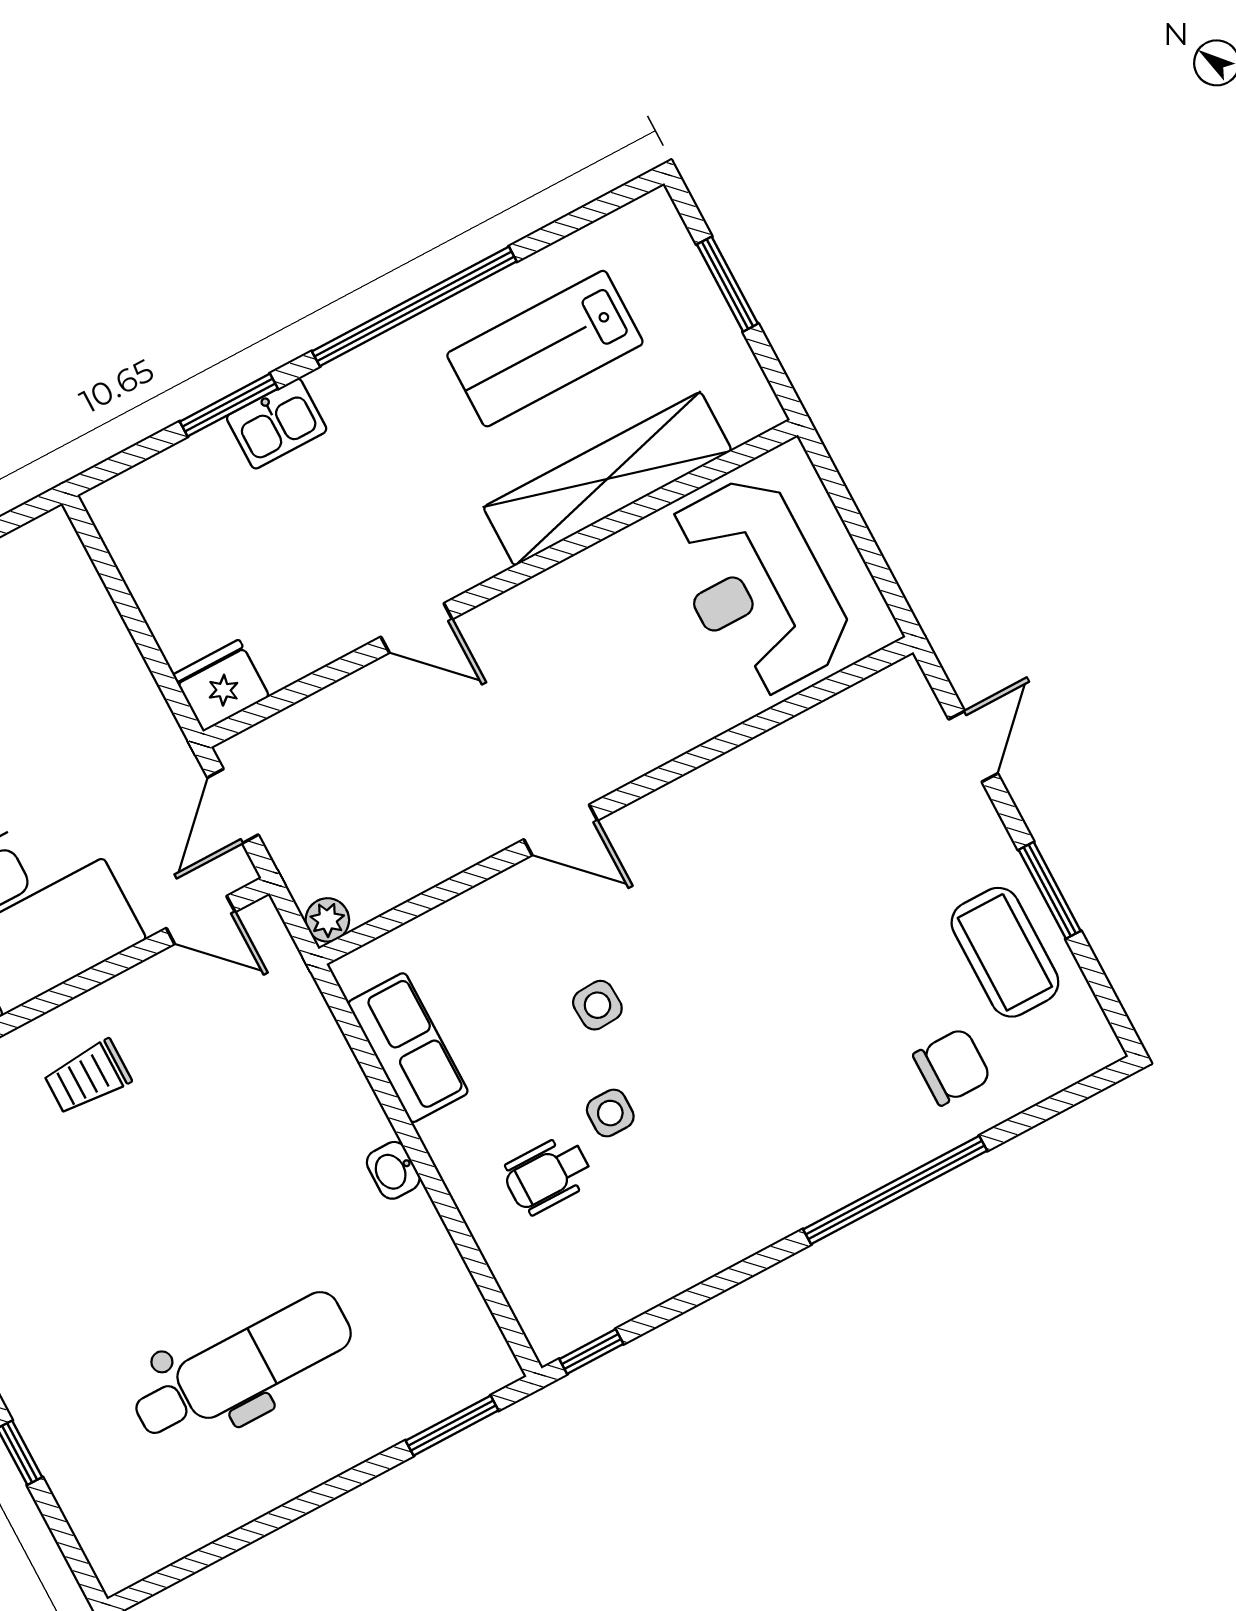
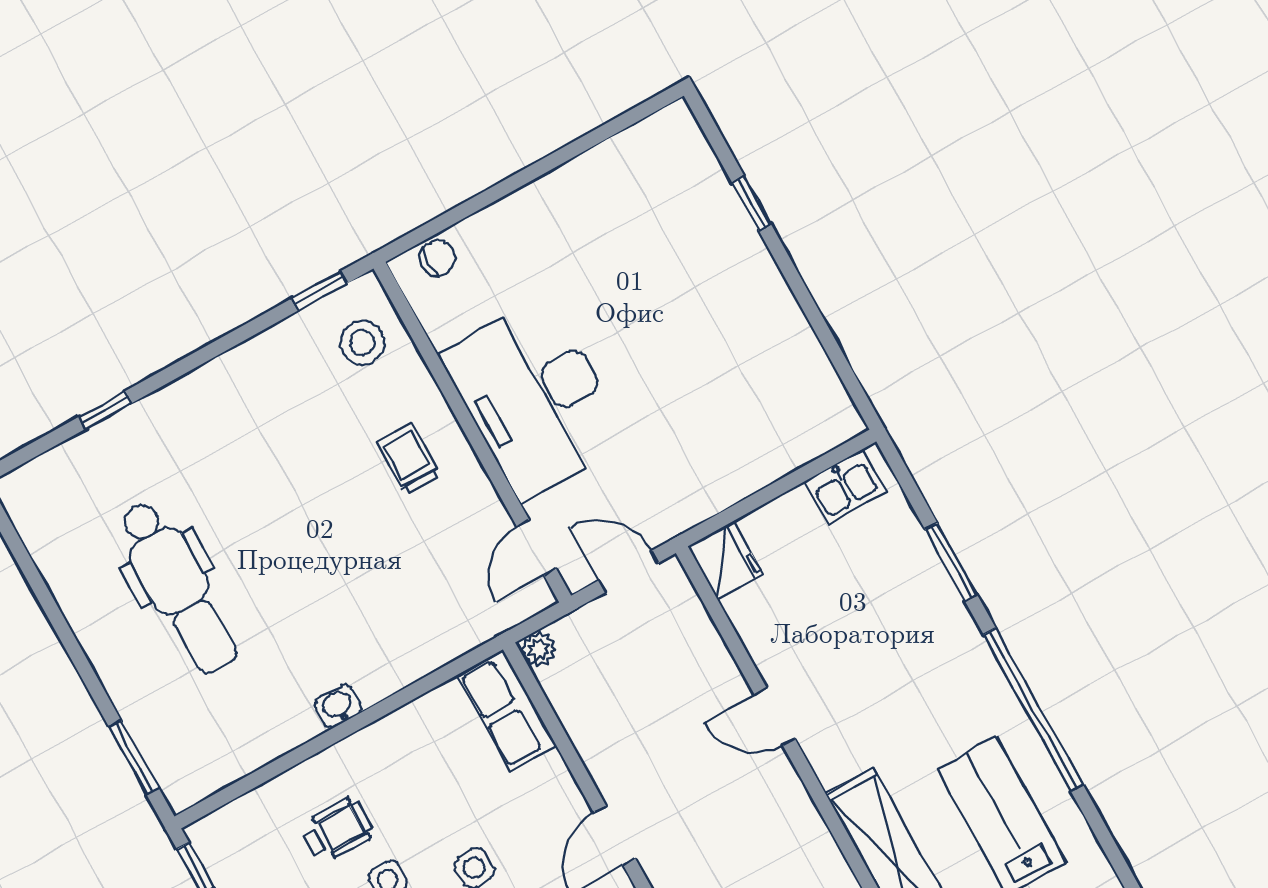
kitchen sink: (277, 424) -> (845, 487), moved, turned -90
door: (417, 628) -> (775, 717), hinge flipped
row of seats: (408, 1048) -> (507, 710), moved, turned 90
wheelchair: (548, 1175) -> (337, 830), turned 90

